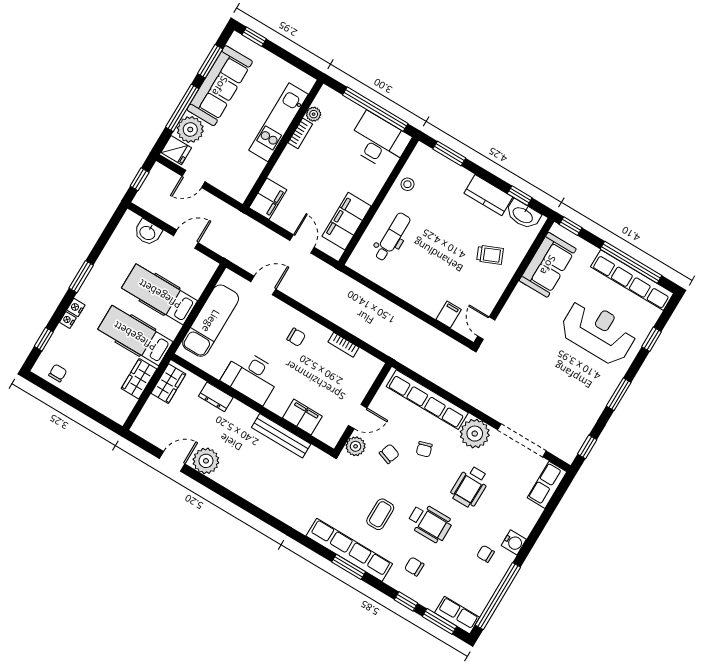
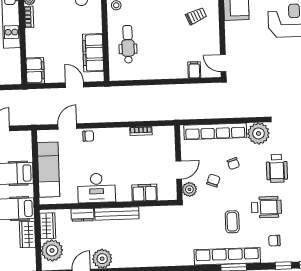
chair: (296, 337) -> (88, 136), moved
plant: (155, 415) -> (52, 250), added
bench: (281, 436) -> (117, 214), moved

